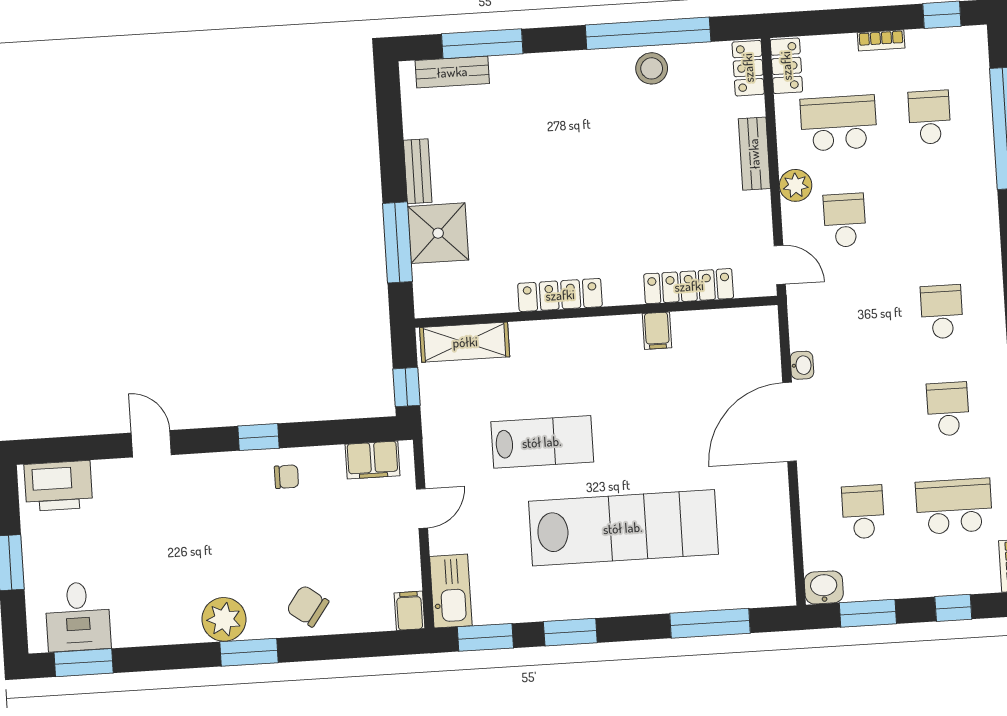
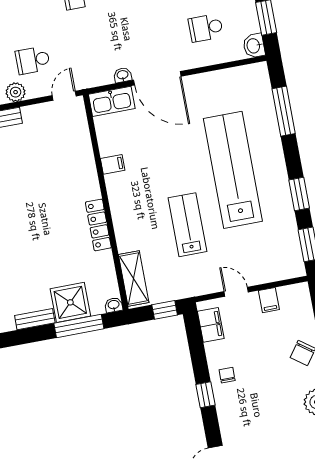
locker: (689, 286) -> (84, 149), removed
washbasin: (425, 304) -> (114, 305), added
kitchen sink: (451, 591) -> (112, 101), moved, turned 180
filing cabinet: (409, 611) -> (269, 300), moved, turned -90

